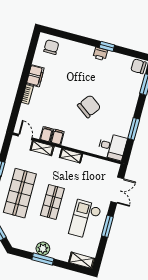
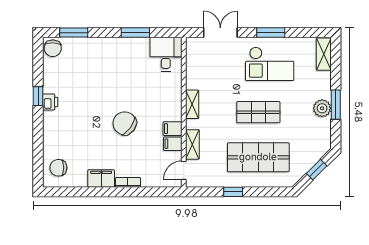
chair: (89, 106) -> (125, 123), moved

